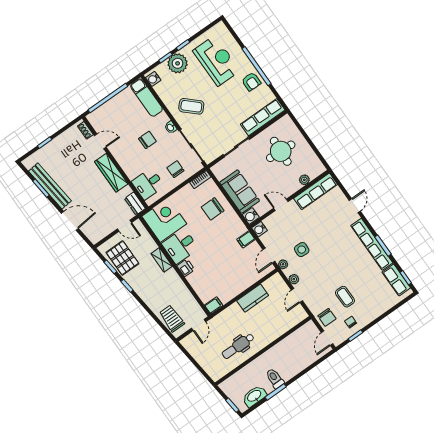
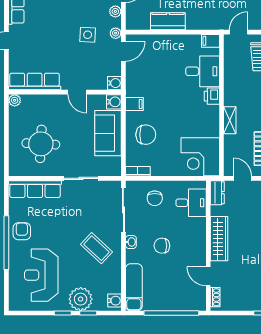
plant: (304, 180) -> (15, 100), moved
filing cabinet: (246, 239) -> (134, 104), moved
desk: (180, 246) -> (203, 71), moved

